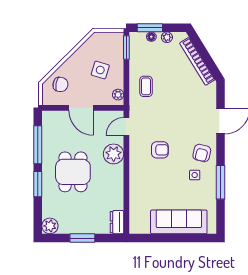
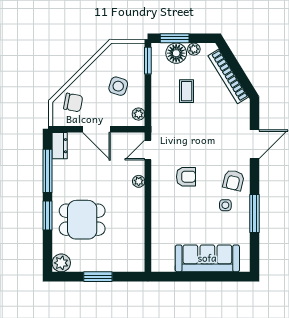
floor lamp: (151, 37) -> (176, 53), width x1.89, depth x1.89
coffee table: (146, 86) -> (187, 91), moved
plant: (114, 154) -> (139, 181), width x0.53, depth x0.53
dining table: (73, 172) -> (82, 220), moved, turned 90
dresser: (117, 222) -> (60, 146), moved, turned 180

